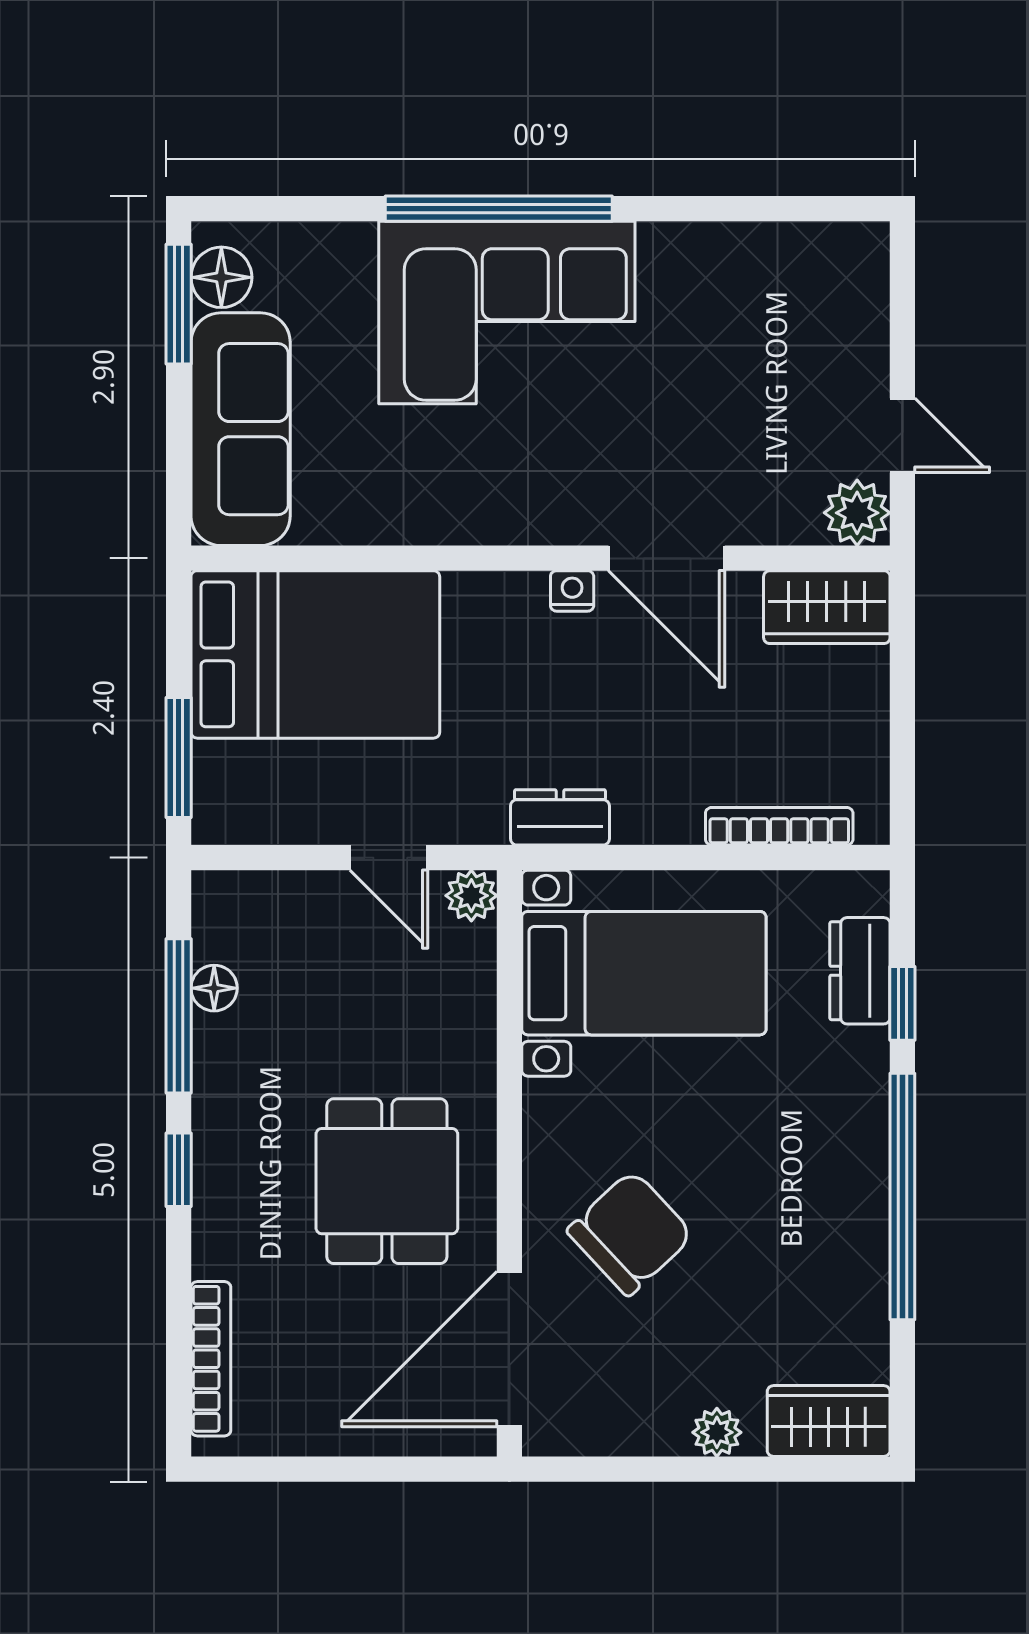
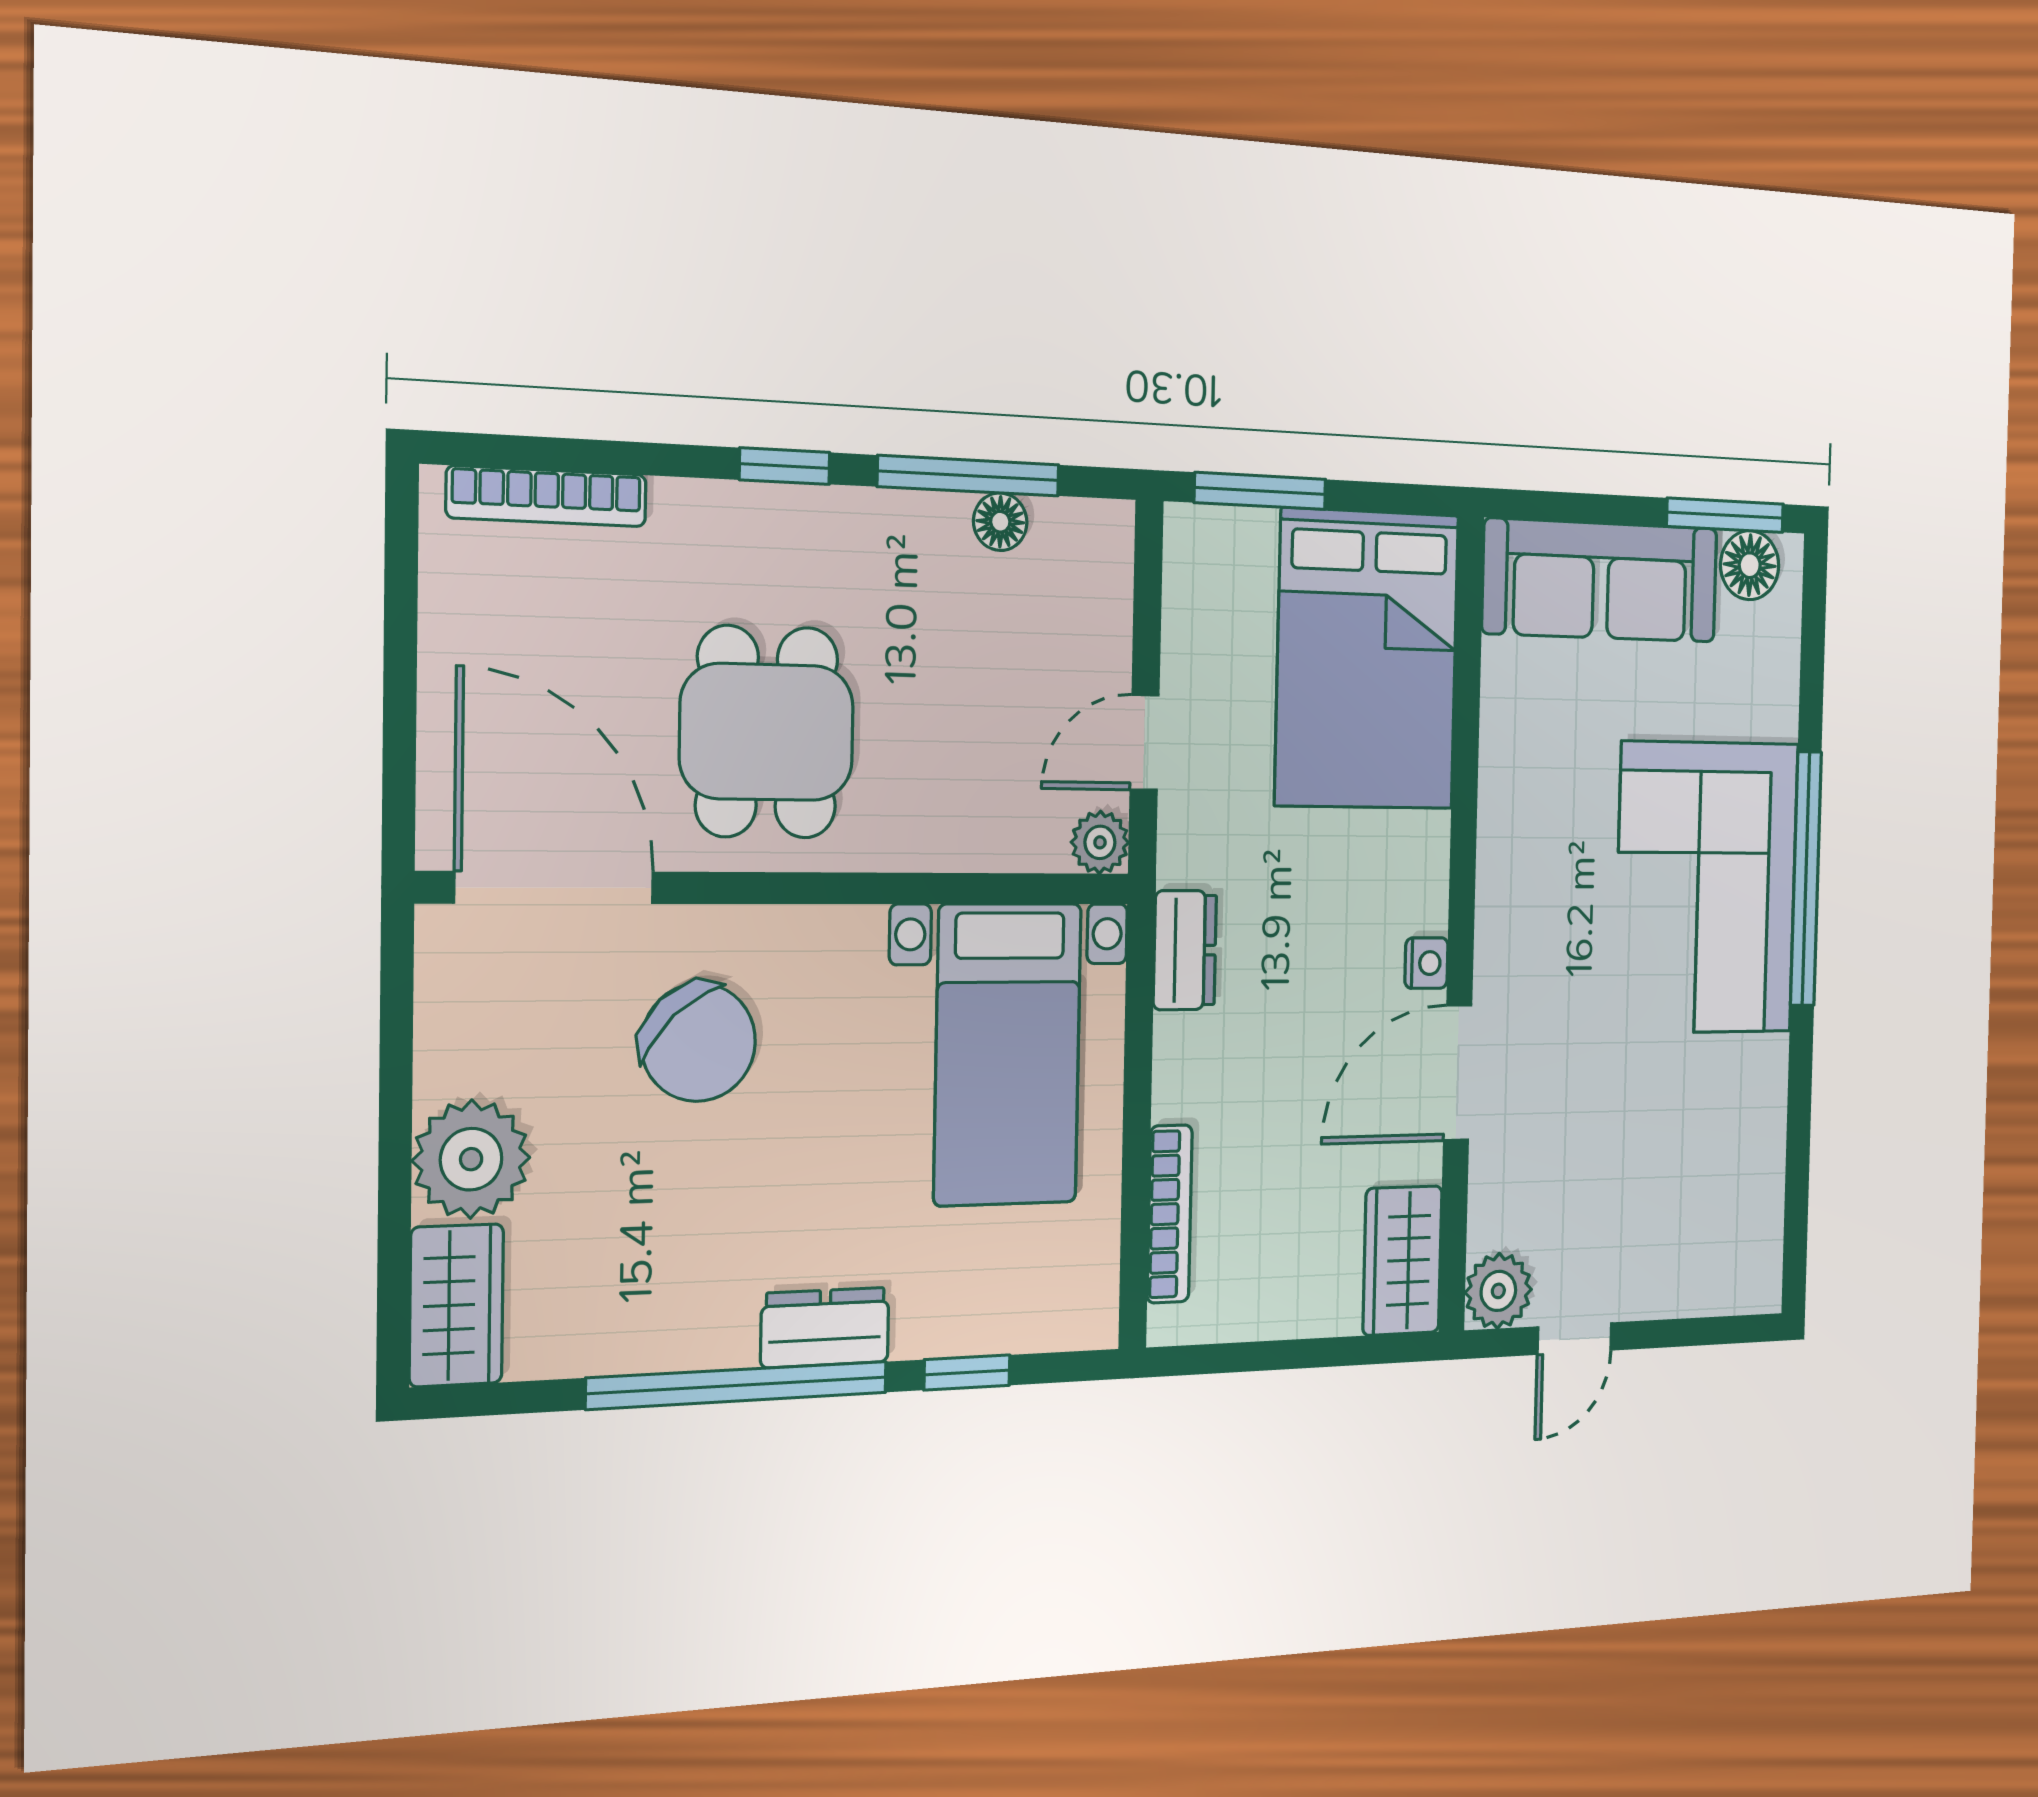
dresser: (860, 971) -> (825, 1328), moved
dining table: (387, 1181) -> (767, 732), turned 90
plant: (717, 1432) -> (471, 1159), width x1.88, depth x1.88

